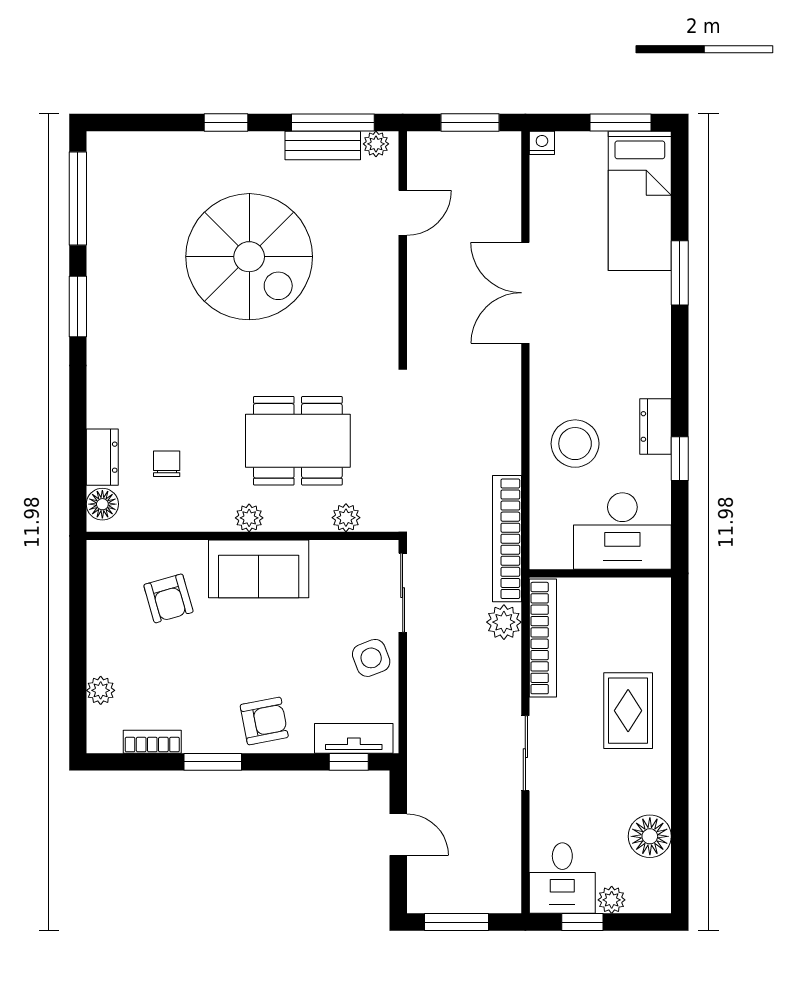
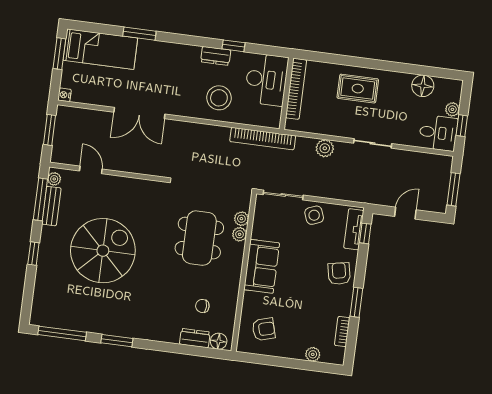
plant: (249, 518) -> (240, 234), moved
armchair: (168, 598) -> (264, 329), moved
plant: (504, 622) -> (325, 148), moved
bookcase: (543, 638) -> (296, 89), moved, turned 90

